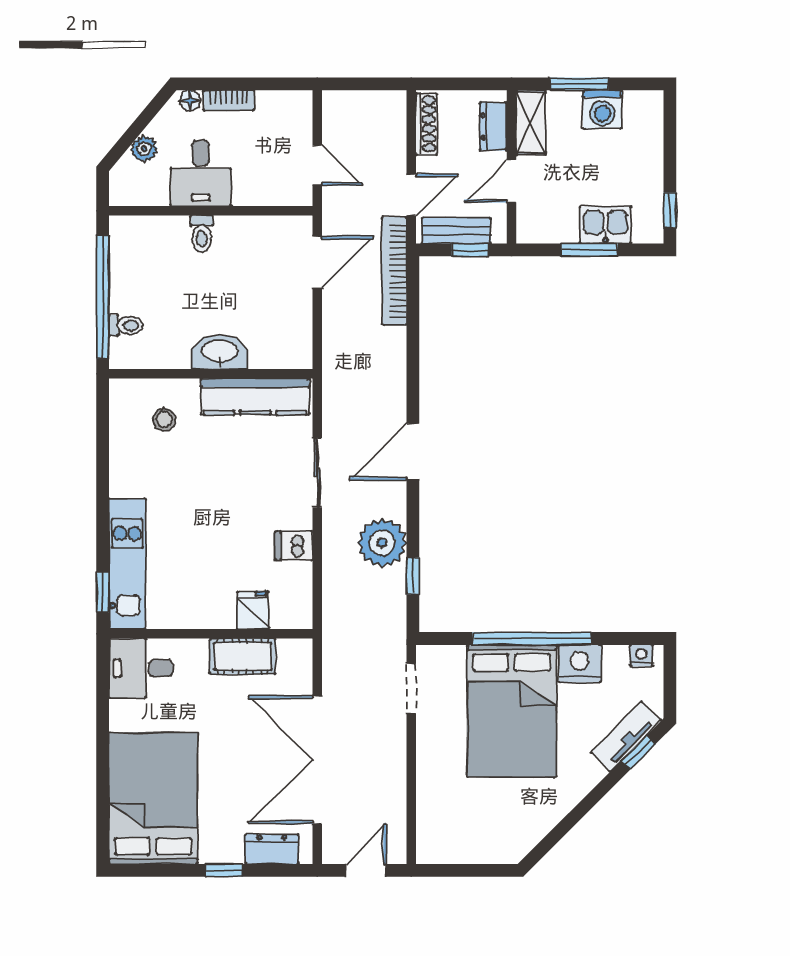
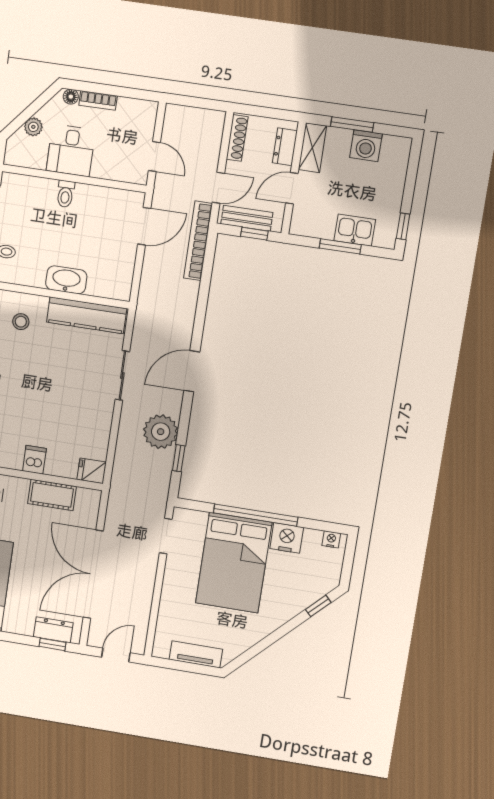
dishwasher: (294, 546) -> (34, 460), moved, turned 90
fridge: (253, 610) -> (92, 471), moved, turned -90
tv unit: (626, 736) -> (196, 654), moved, turned 45
window: (224, 870) -> (52, 644), moved

